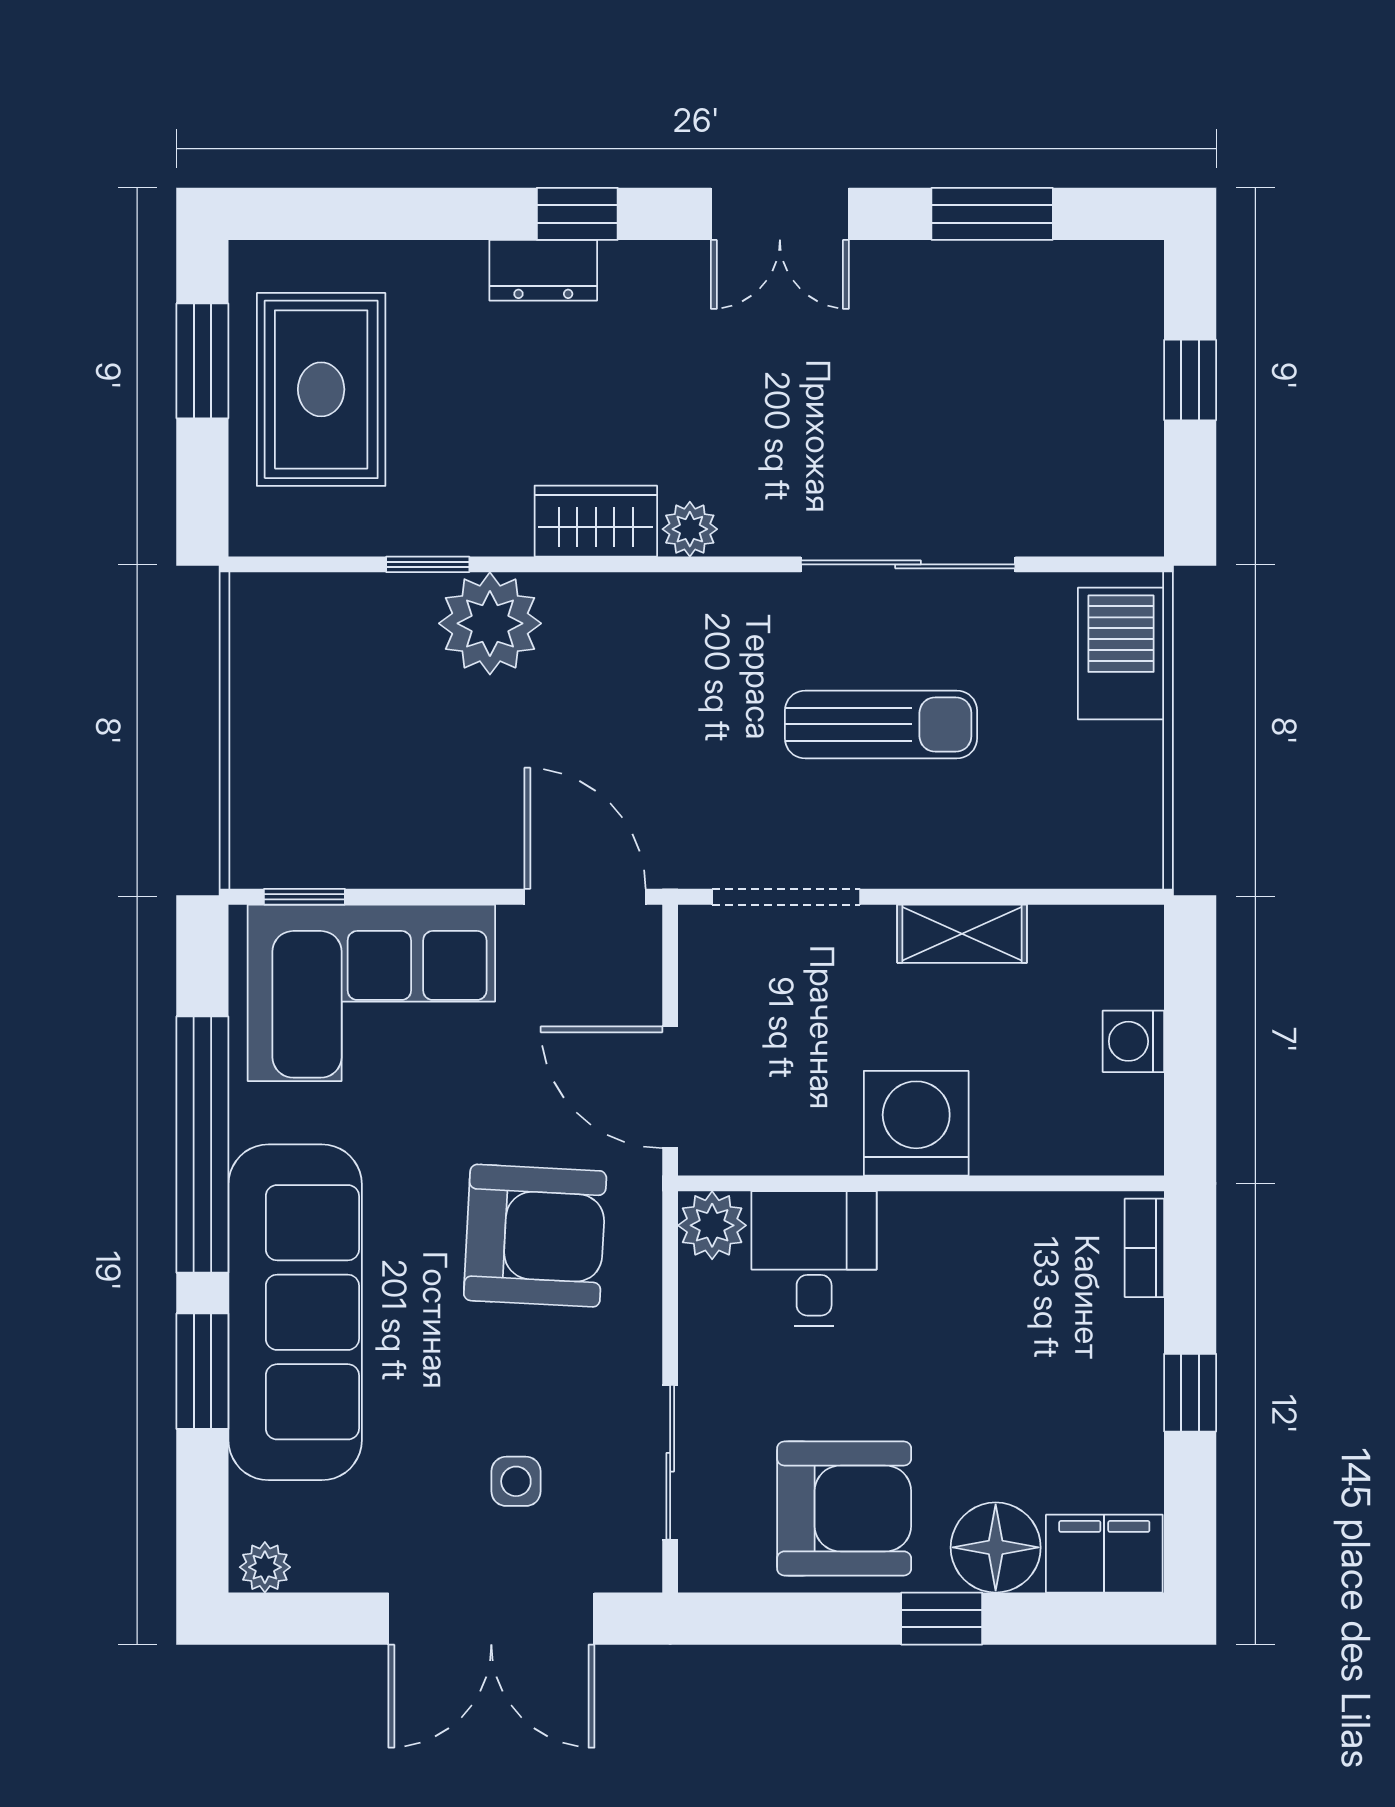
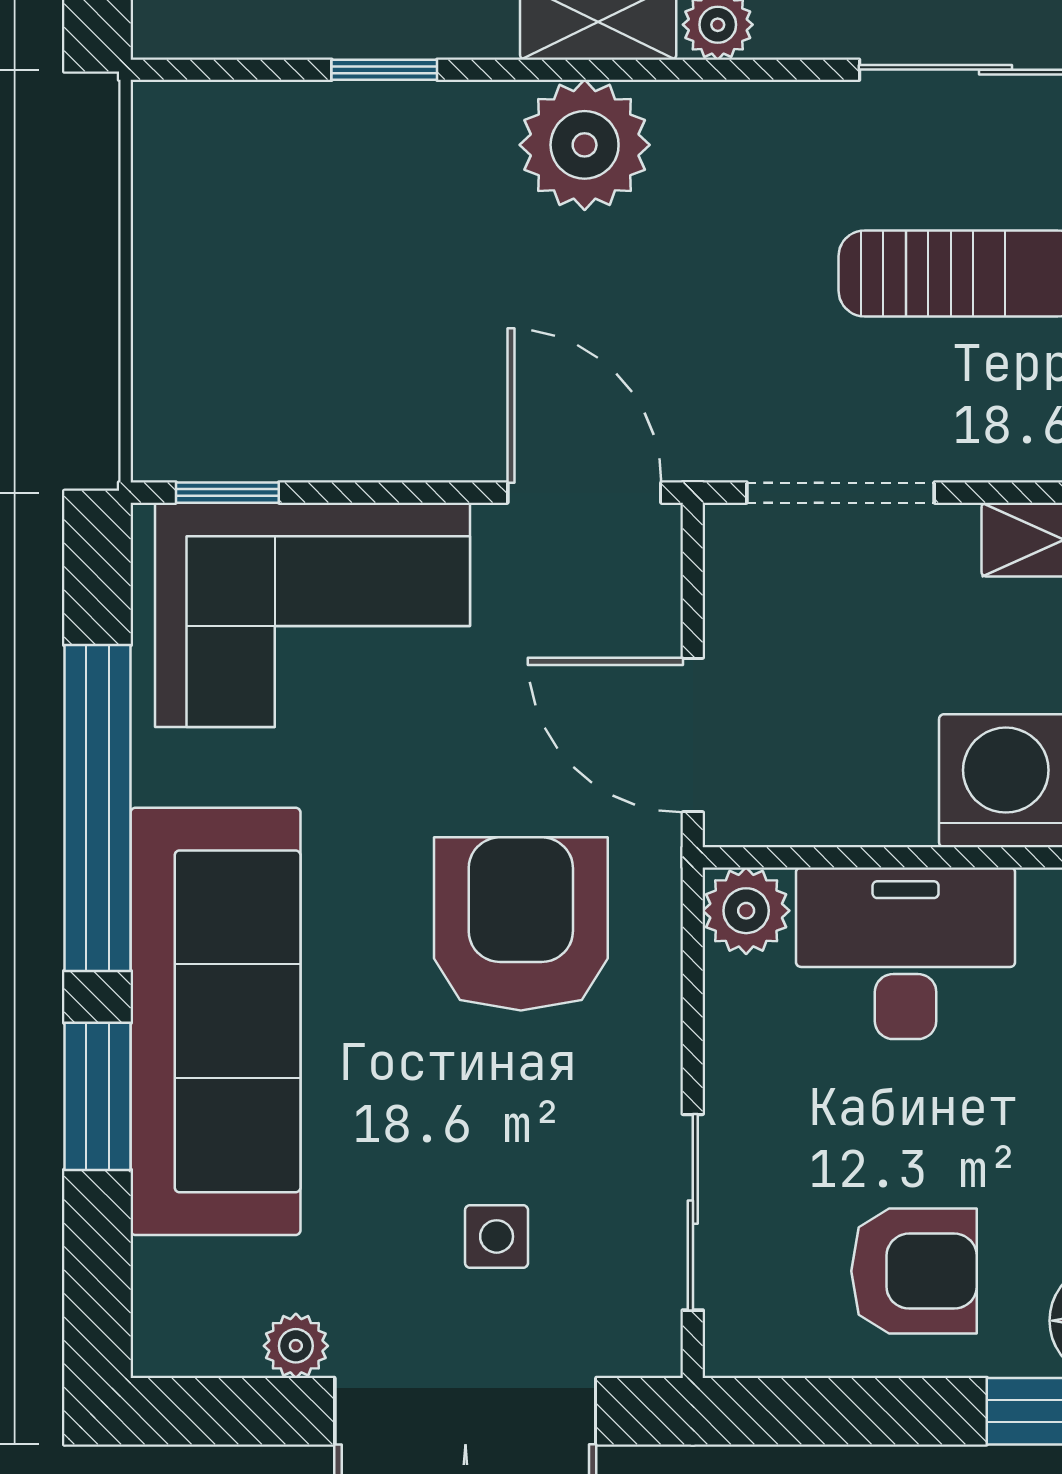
plant: (490, 623) -> (585, 145), moved
armchair: (535, 1236) -> (521, 924), turned -93
desk: (814, 1259) -> (906, 953), width x1.37
armchair: (844, 1508) -> (914, 1271), width x0.73, depth x0.73
plant: (265, 1567) -> (296, 1346), moved

